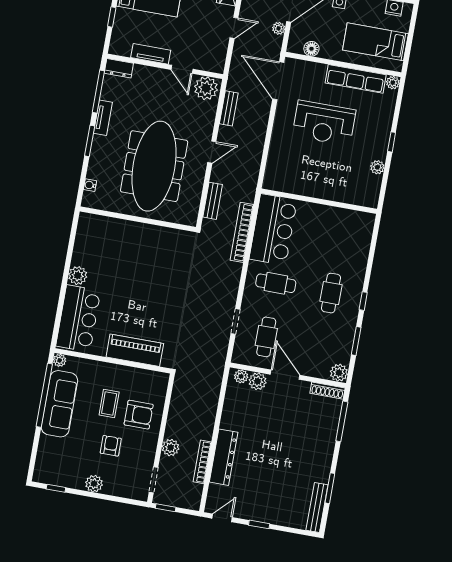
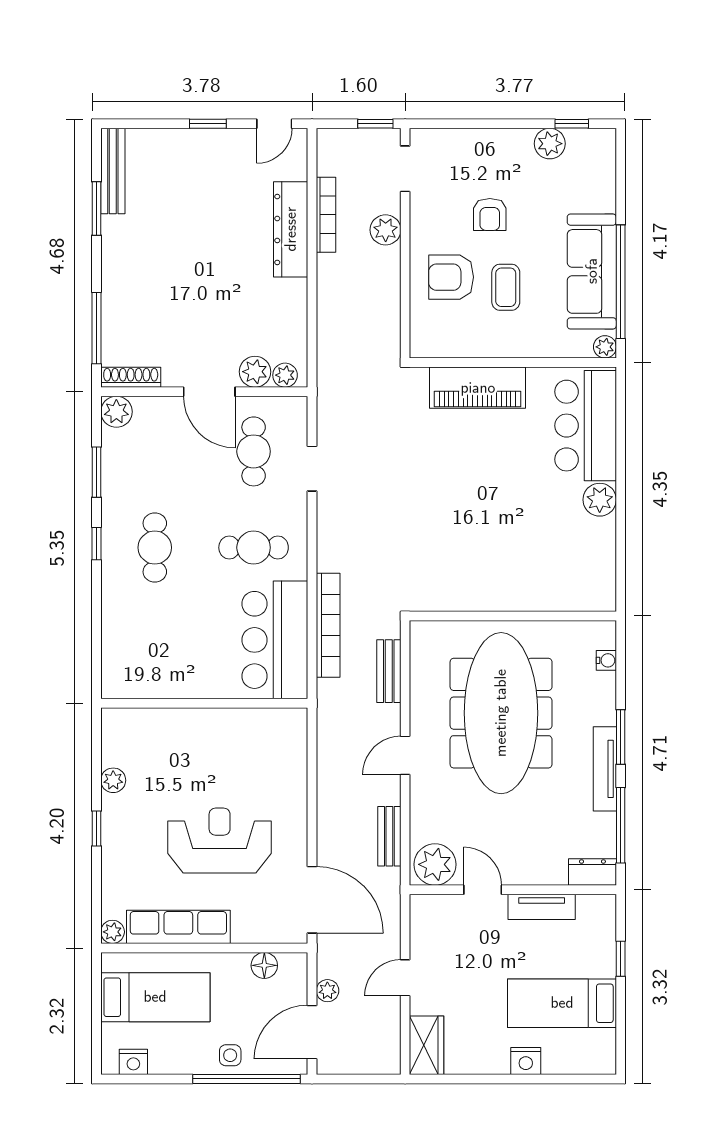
tv unit: (103, 118) -> (605, 769), width x1.41
plant: (94, 484) -> (550, 144), moved

